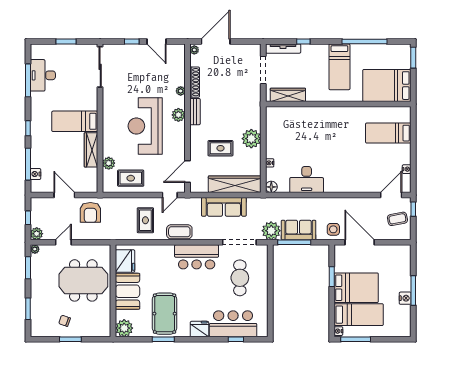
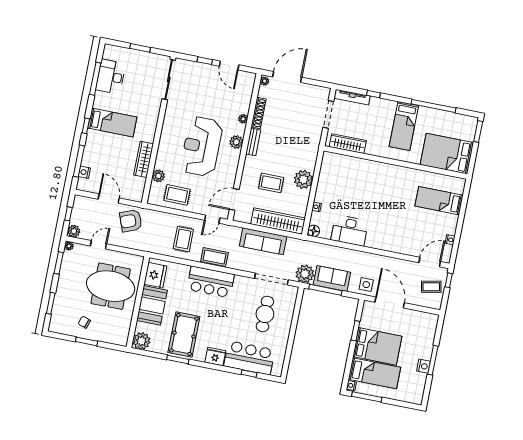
bed: (75, 121) -> (112, 123), moved, turned 180
armchair: (90, 212) -> (131, 221), turned 69
bar counter: (197, 257) -> (211, 282), moved

